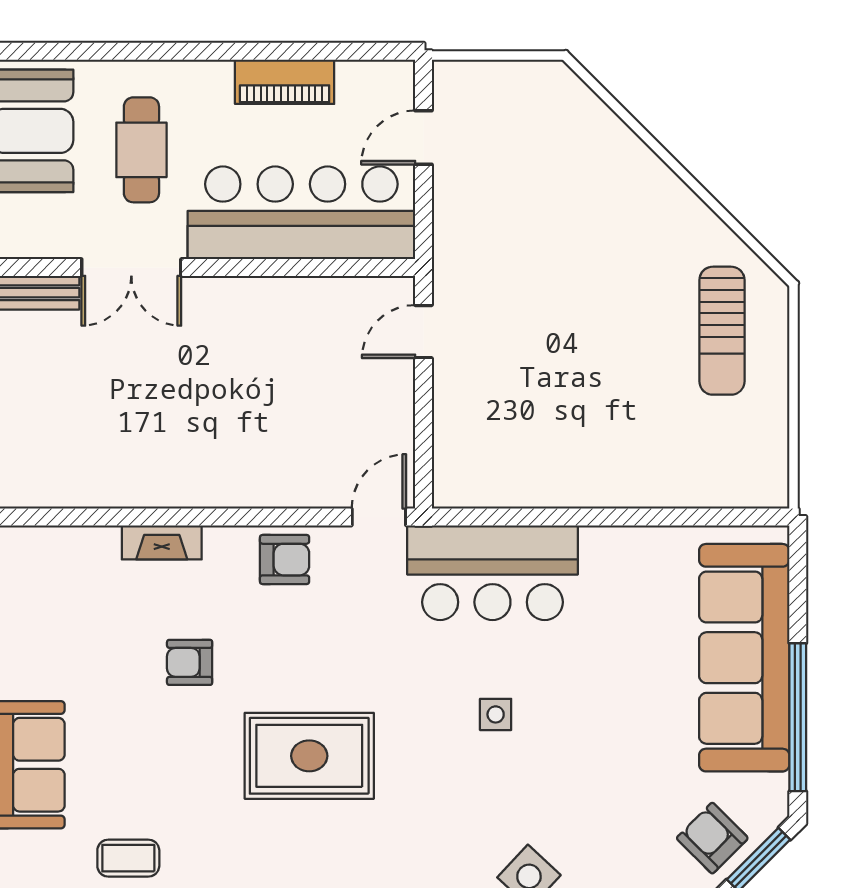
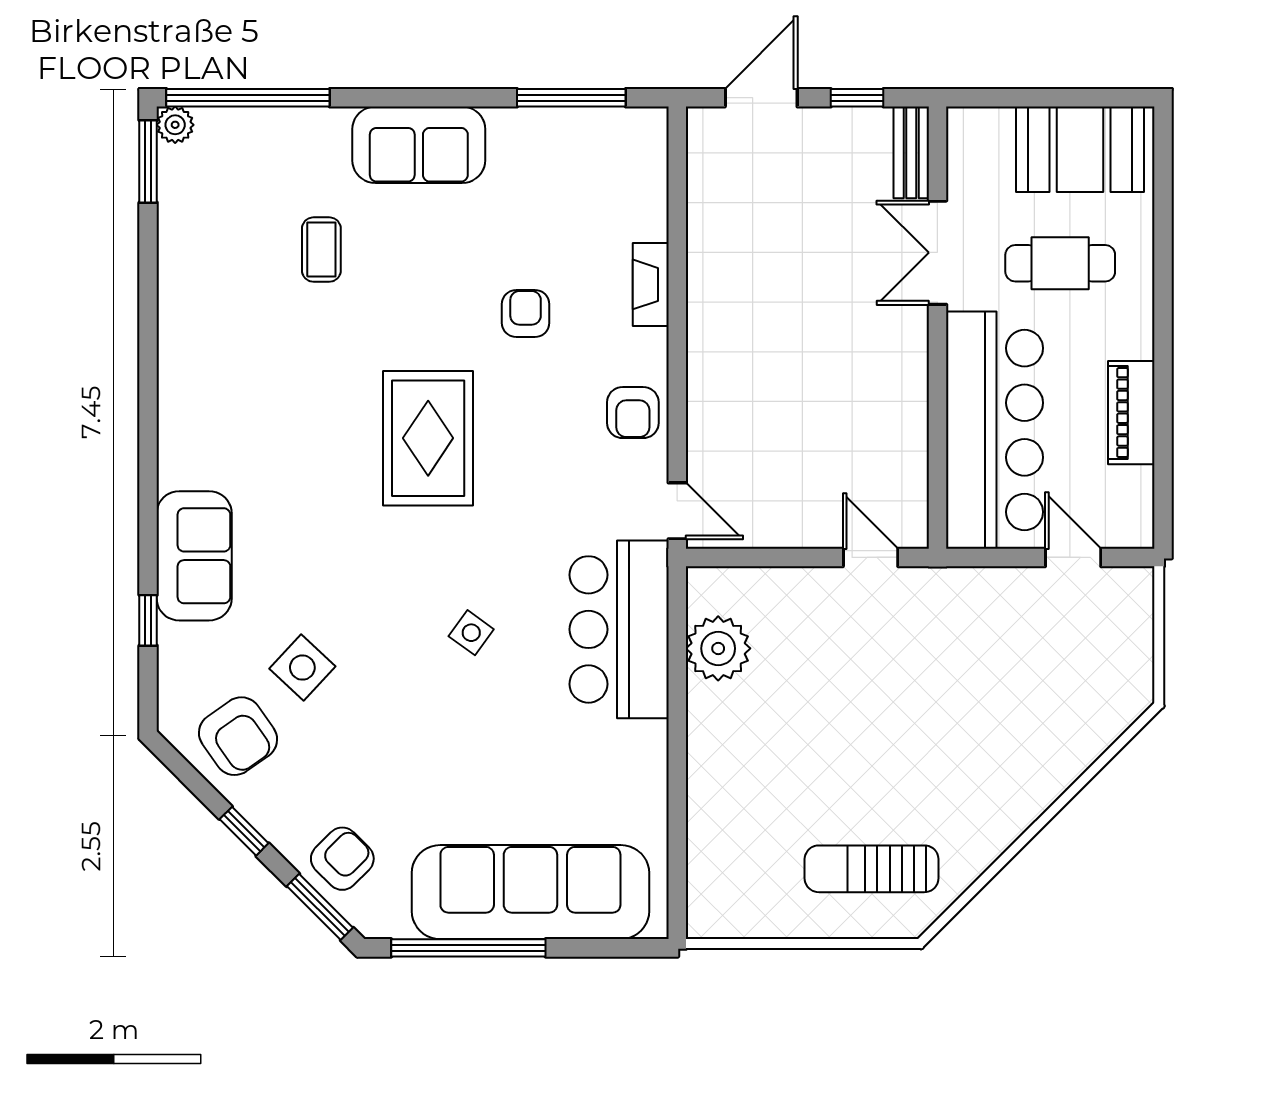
plant: (511, 478) -> (718, 648), added
side table: (496, 714) -> (471, 633), turned 36

